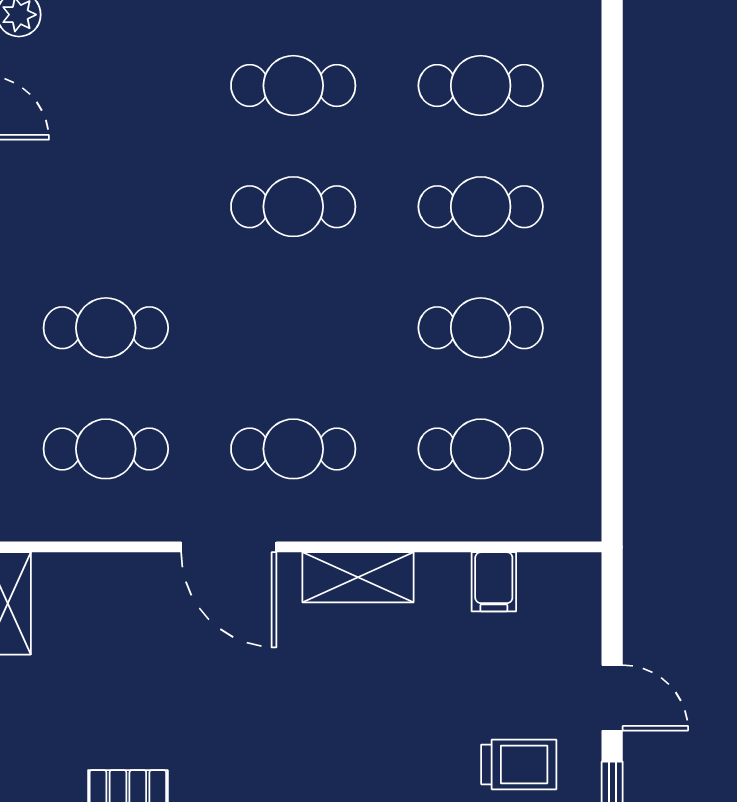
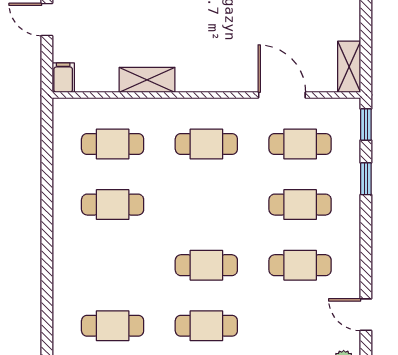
cafe table: (481, 207) -> (300, 265), moved
door: (229, 547) -> (282, 95), moved
shelving: (358, 577) -> (147, 80), moved
filing cabinet: (494, 582) -> (63, 78), moved

